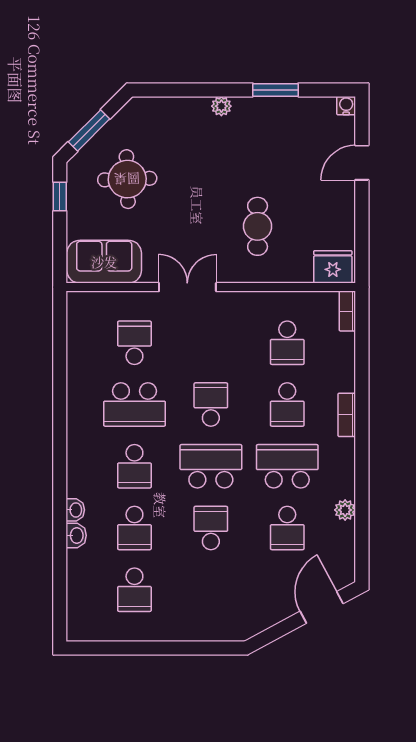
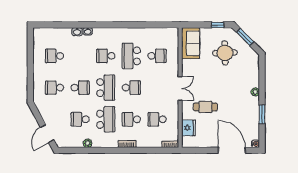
door: (362, 163) -> (232, 150), width x1.88
fridge: (333, 267) -> (189, 128), moved
double door: (187, 287) -> (180, 88), moved
school desk: (134, 528) -> (54, 88), moved
door: (322, 607) -> (47, 134), swing flipped

